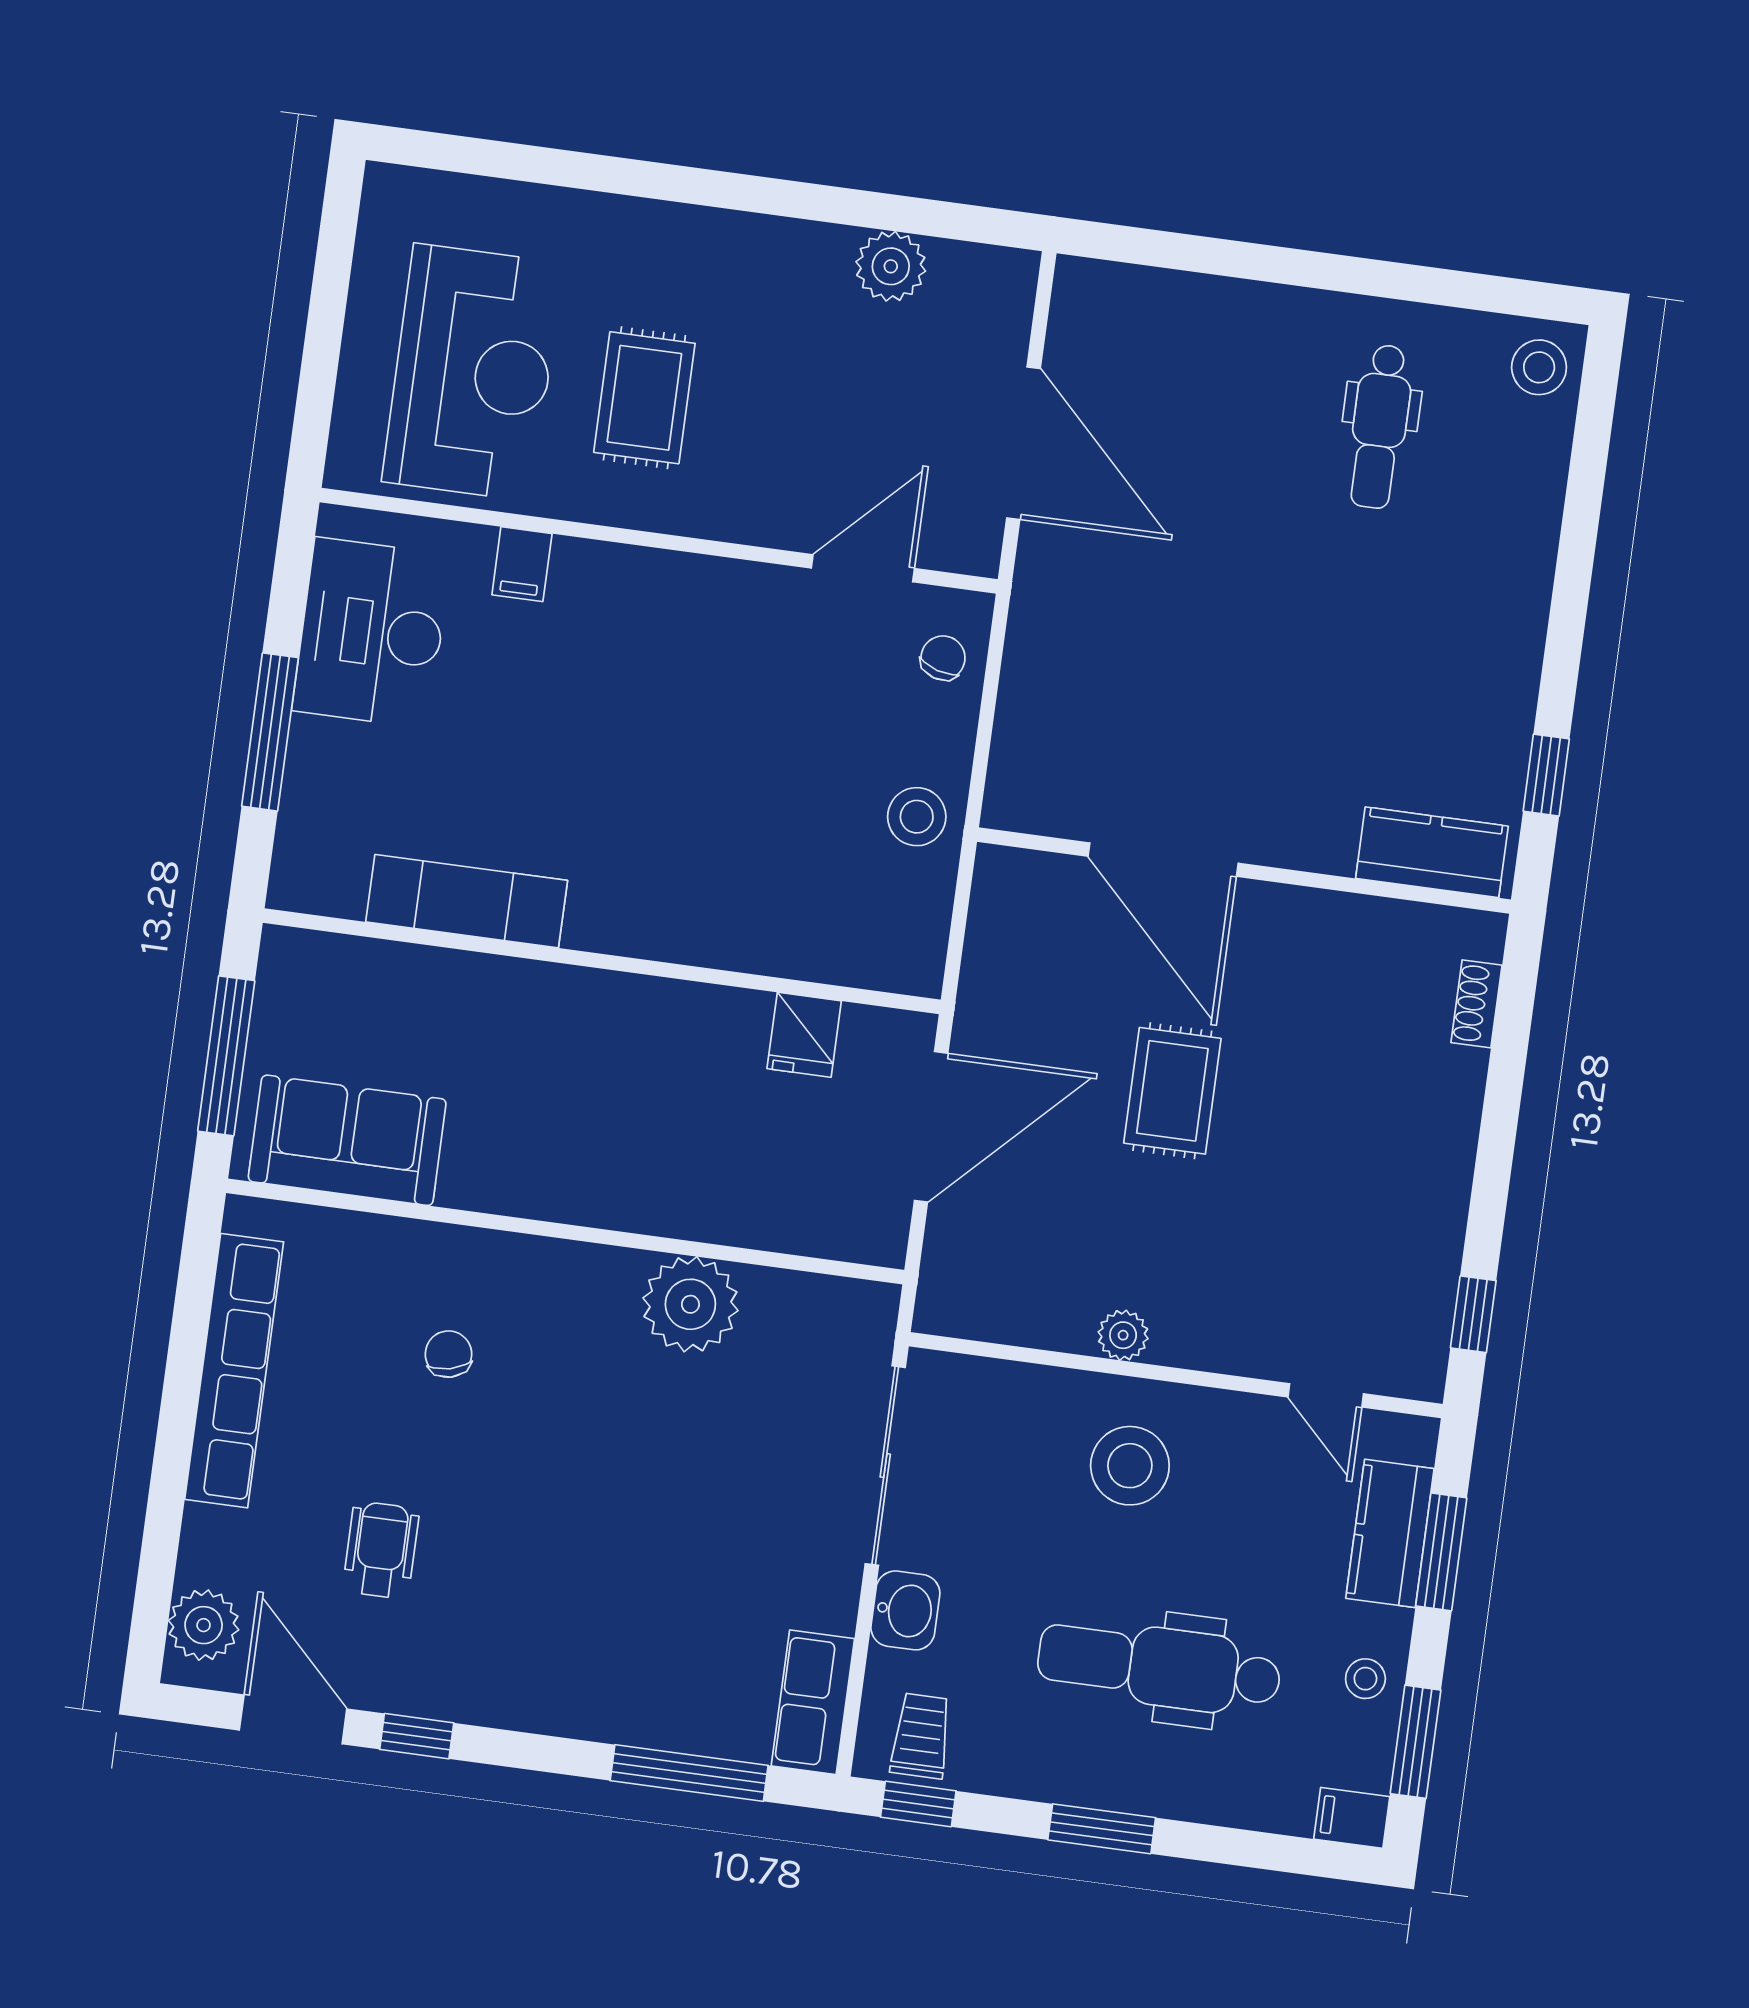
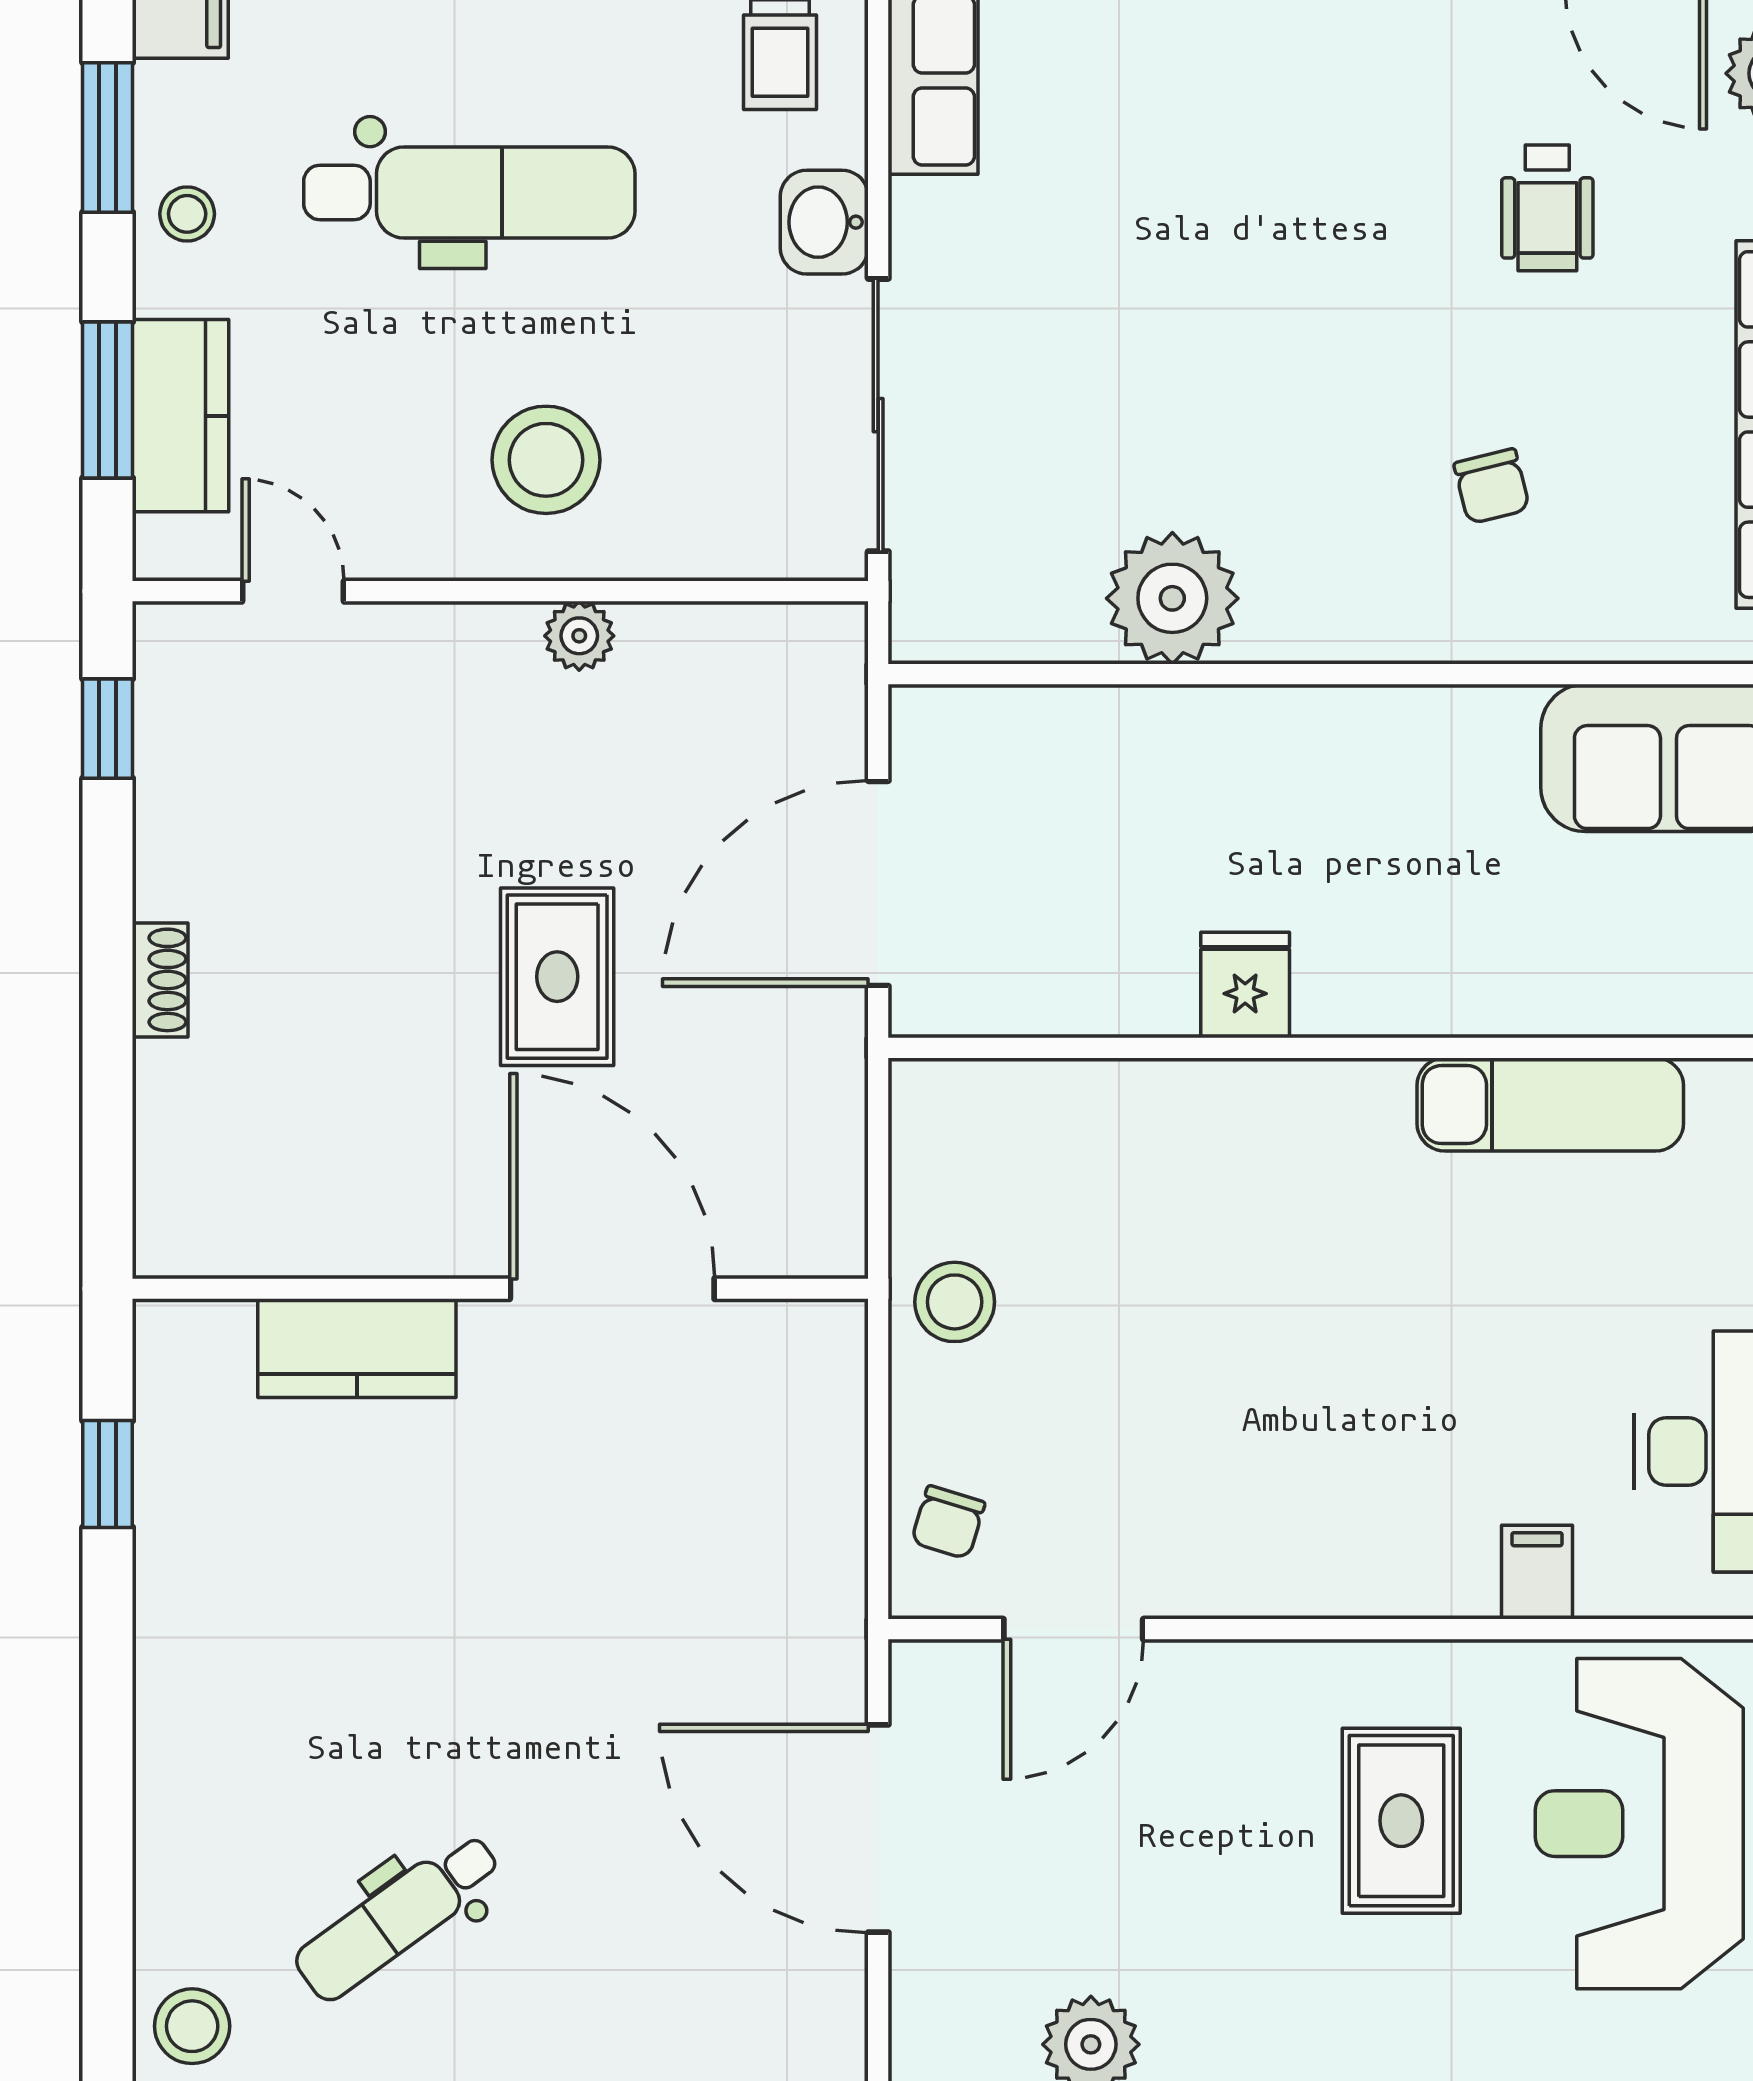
dental chair: (1379, 427) -> (398, 1917), turned -126
kitchen counter: (1432, 852) -> (357, 1348), moved
shoe rack: (1476, 1004) -> (160, 980), moved
fridge: (804, 1035) -> (1245, 985), moved

